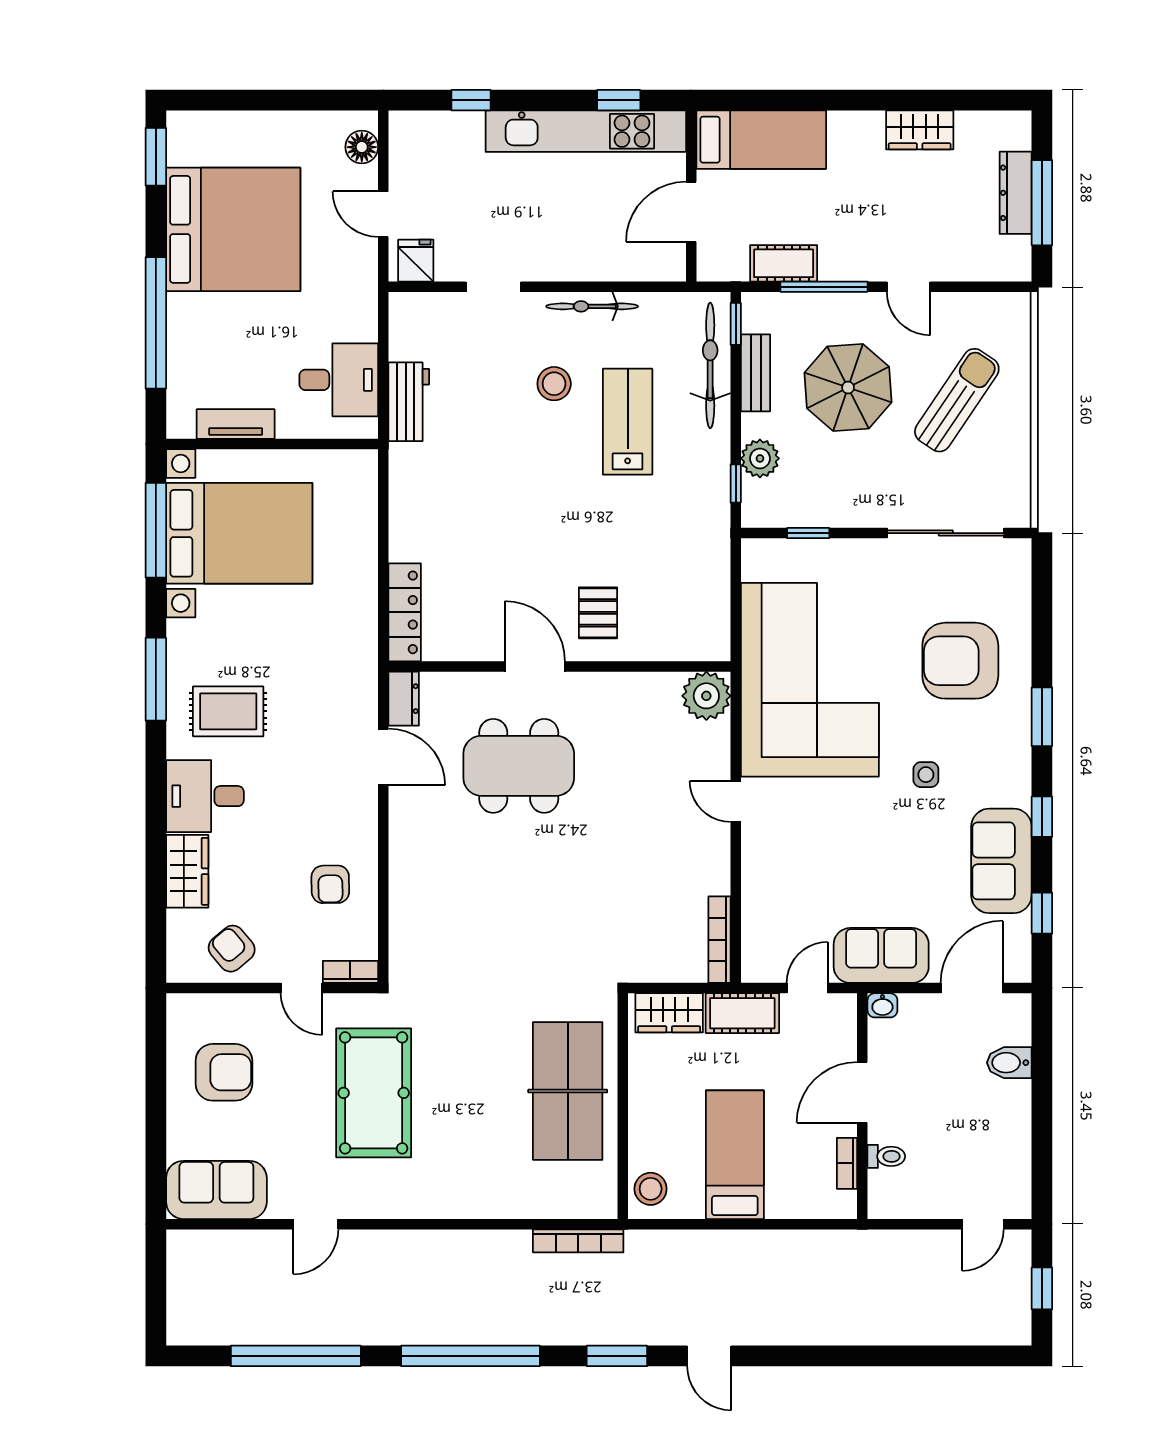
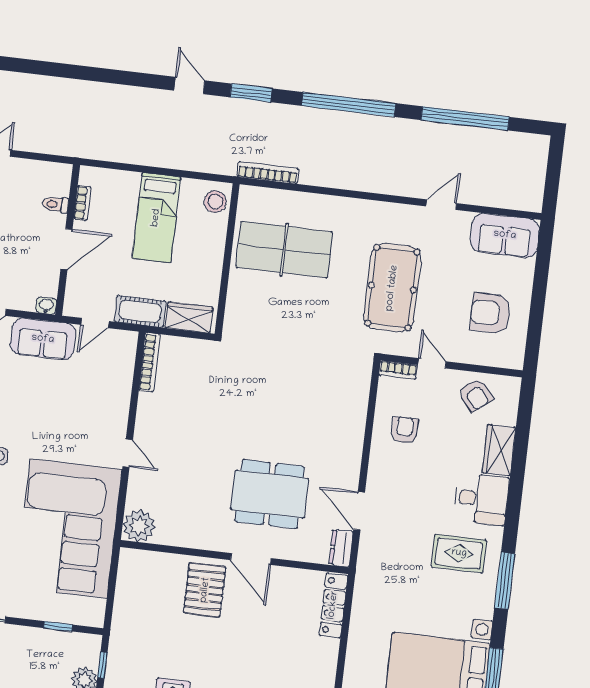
pallet: (598, 613) -> (205, 590), width x1.50, depth x1.42
table tennis table: (568, 1091) -> (284, 250), moved, turned 90

